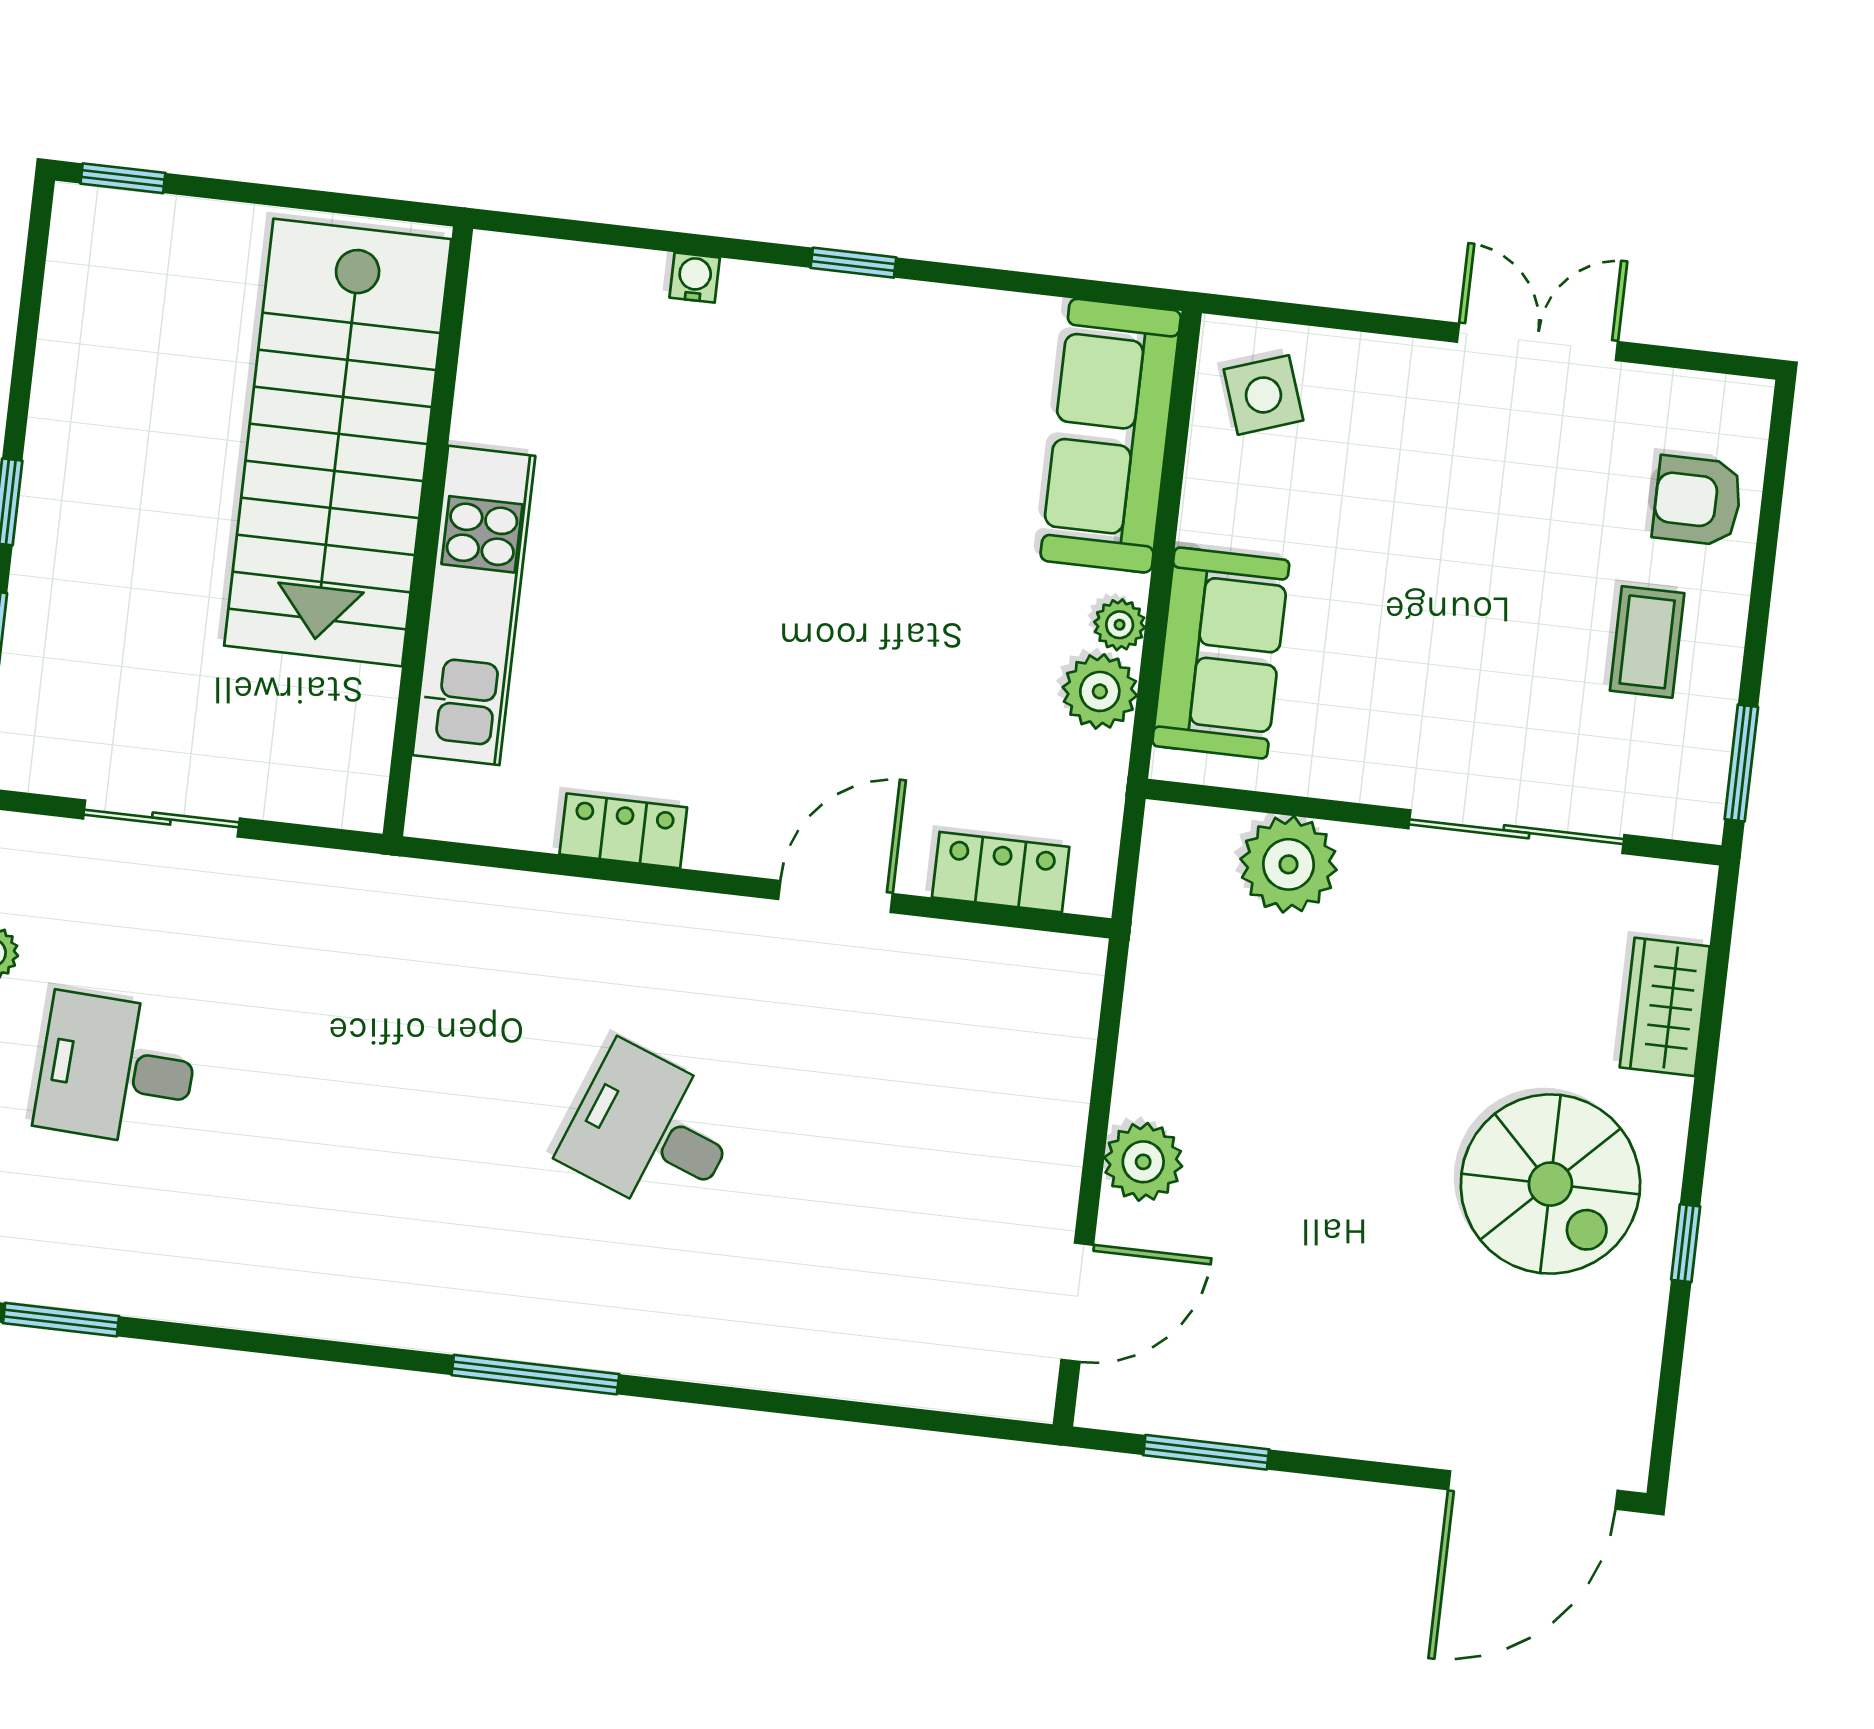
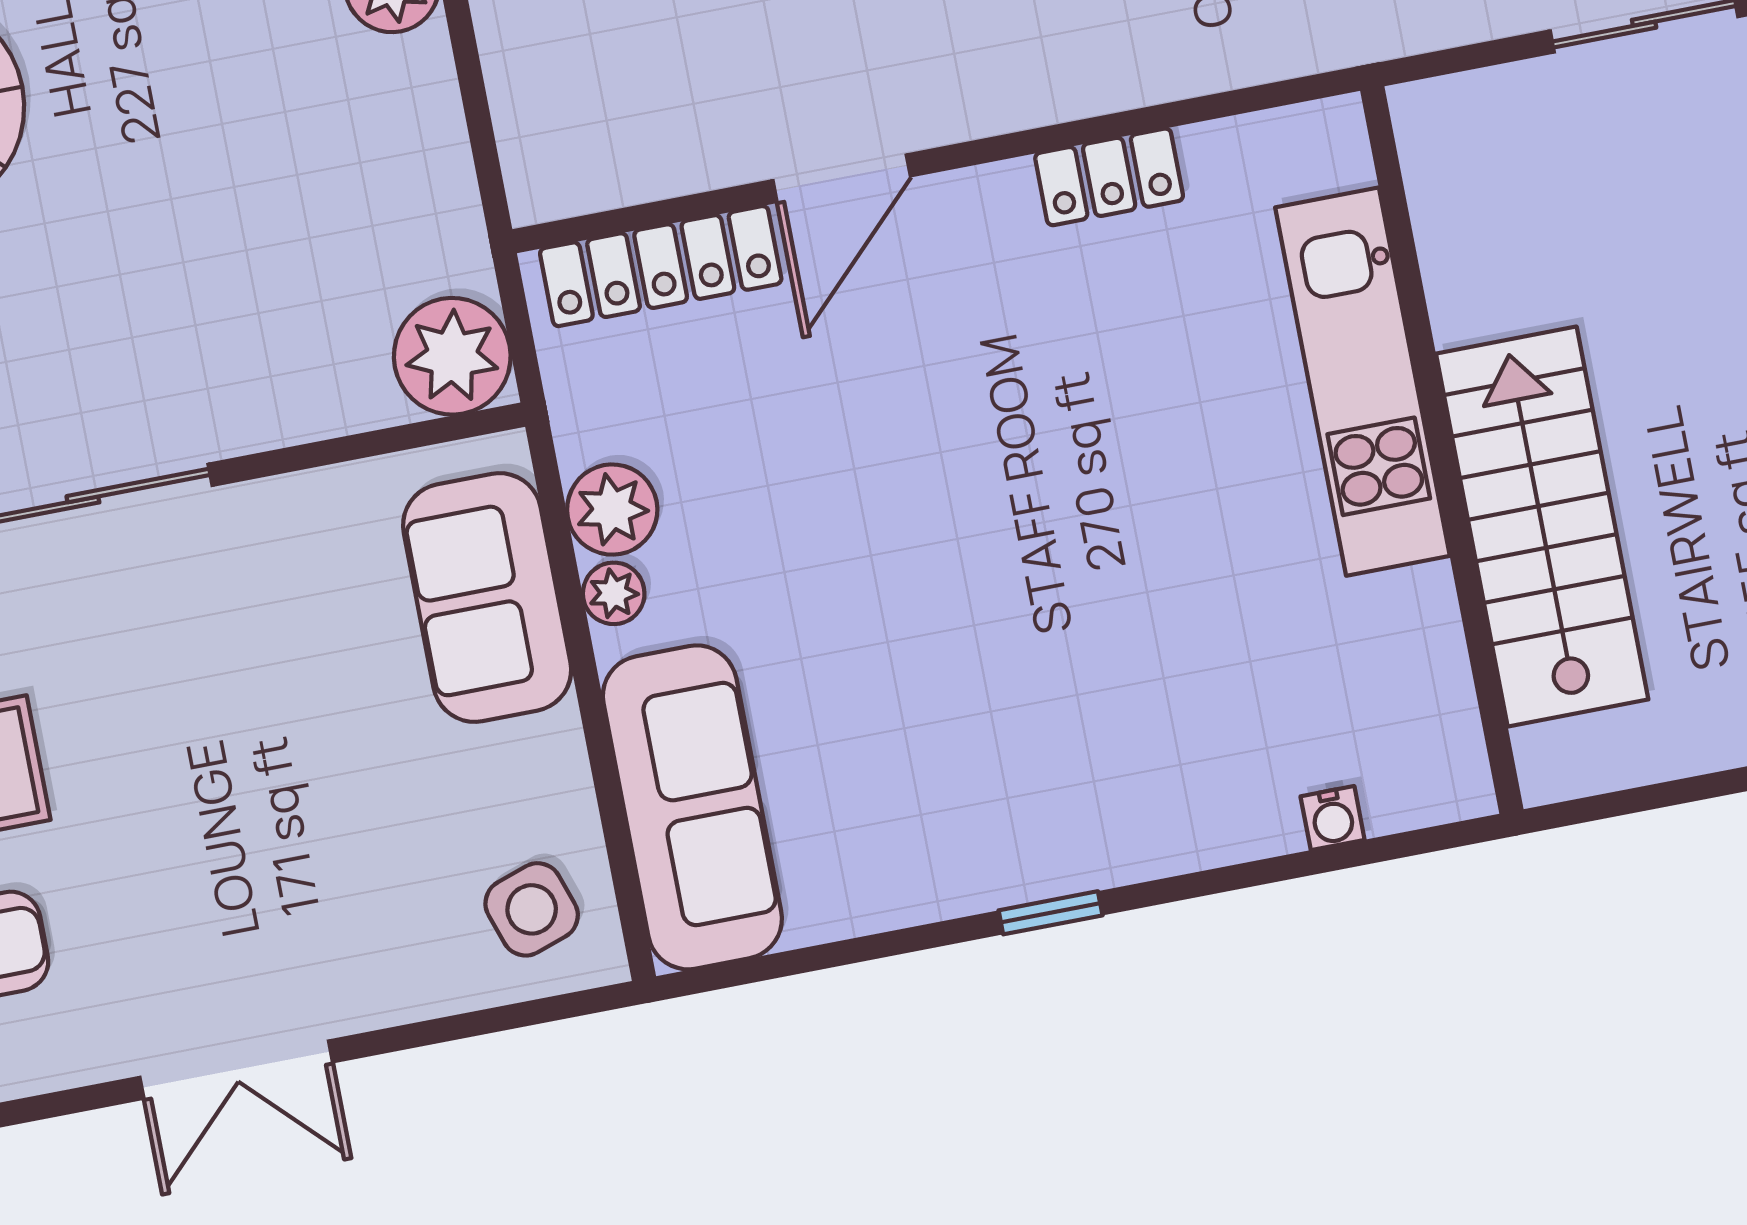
water cooler: (695, 278) -> (1333, 818), moved
stairs: (338, 442) -> (1542, 526), width x0.73, depth x0.66
plant: (1289, 864) -> (452, 356), moved
locker: (1001, 872) -> (661, 266), width x1.53

